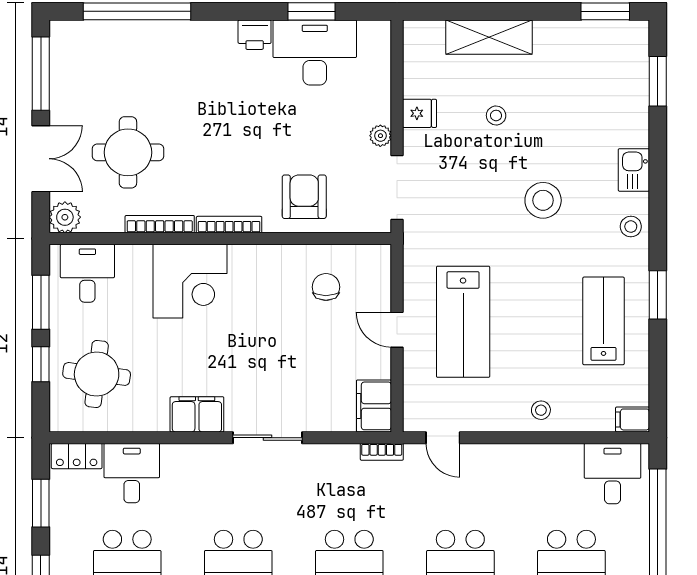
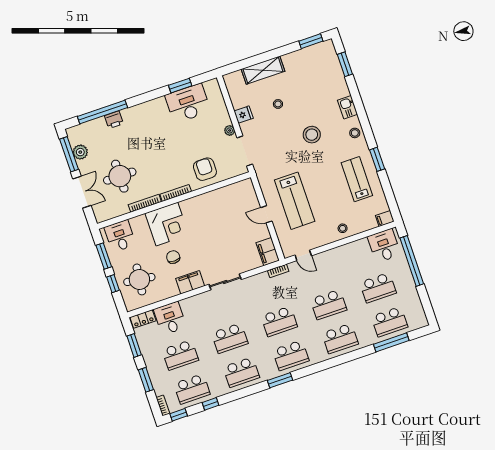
printer: (255, 35) -> (114, 120), moved
plant: (65, 217) -> (80, 152), moved
chair: (326, 287) -> (173, 257), moved

